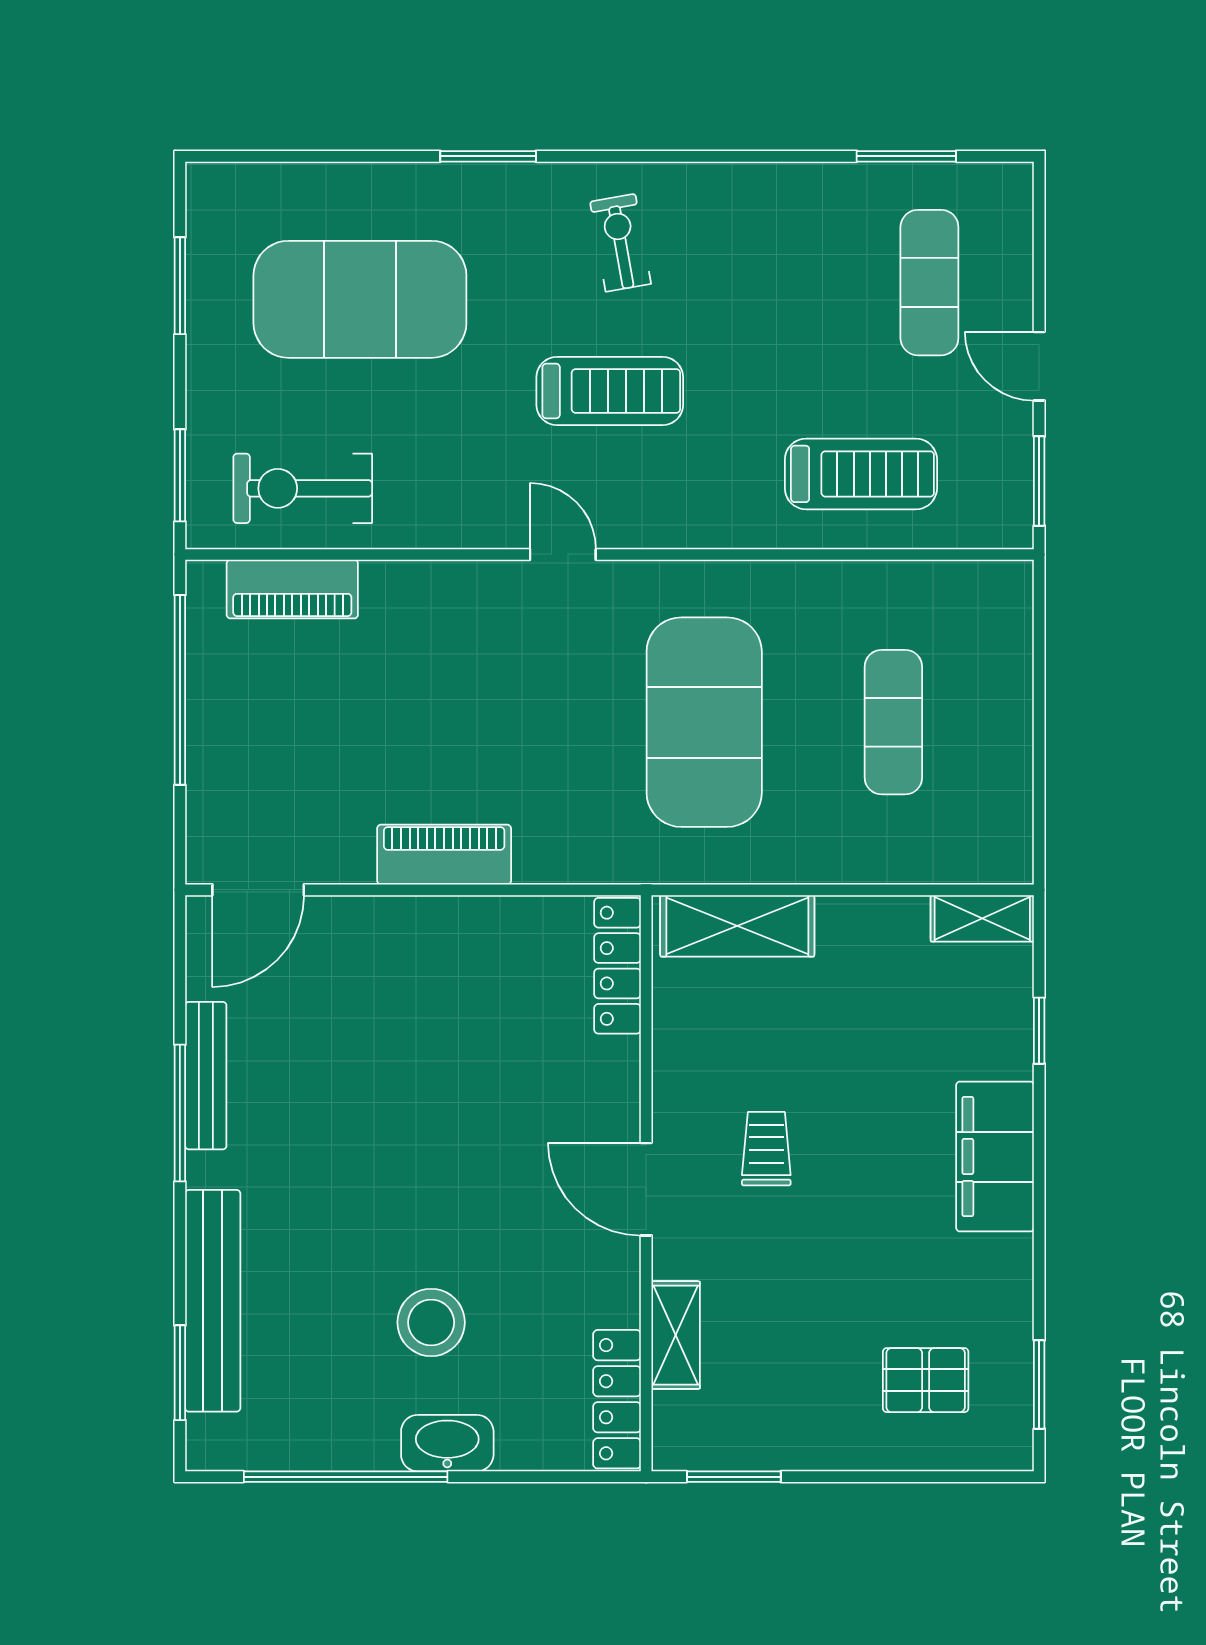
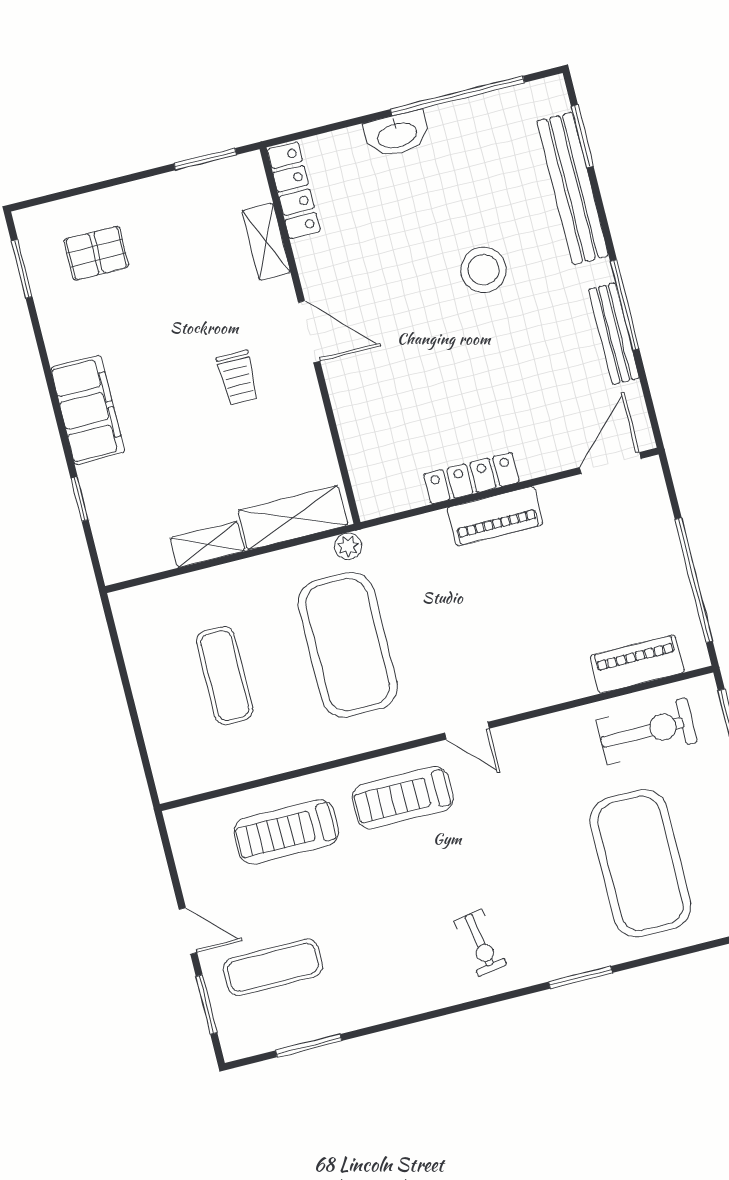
exercise mat: (929, 283) -> (273, 967), turned 90
exercise mat: (360, 299) -> (640, 863), turned 90
treadmill: (610, 391) -> (403, 798), moved
window: (1039, 481) -> (207, 1004), moved
plant: (668, 865) -> (348, 546), added
shelving: (982, 918) -> (208, 544), moved
locker: (618, 966) -> (471, 478), moved, turned -90
stool: (431, 1322) -> (483, 270), moved

